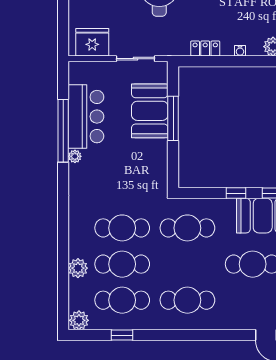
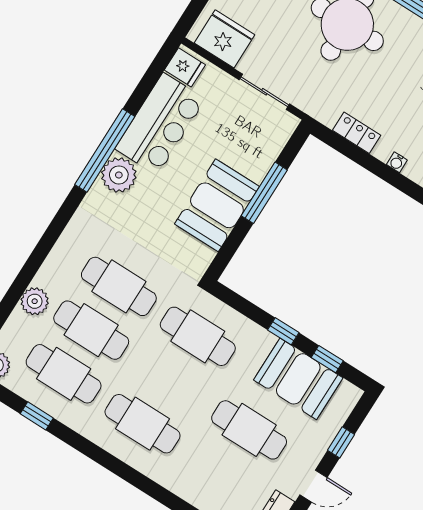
fridge: (79, 74) -> (185, 67), added
booth: (150, 111) -> (217, 205), moved
window: (63, 131) -> (105, 151), moved
plant: (75, 156) -> (119, 175), width x1.87, depth x1.87

